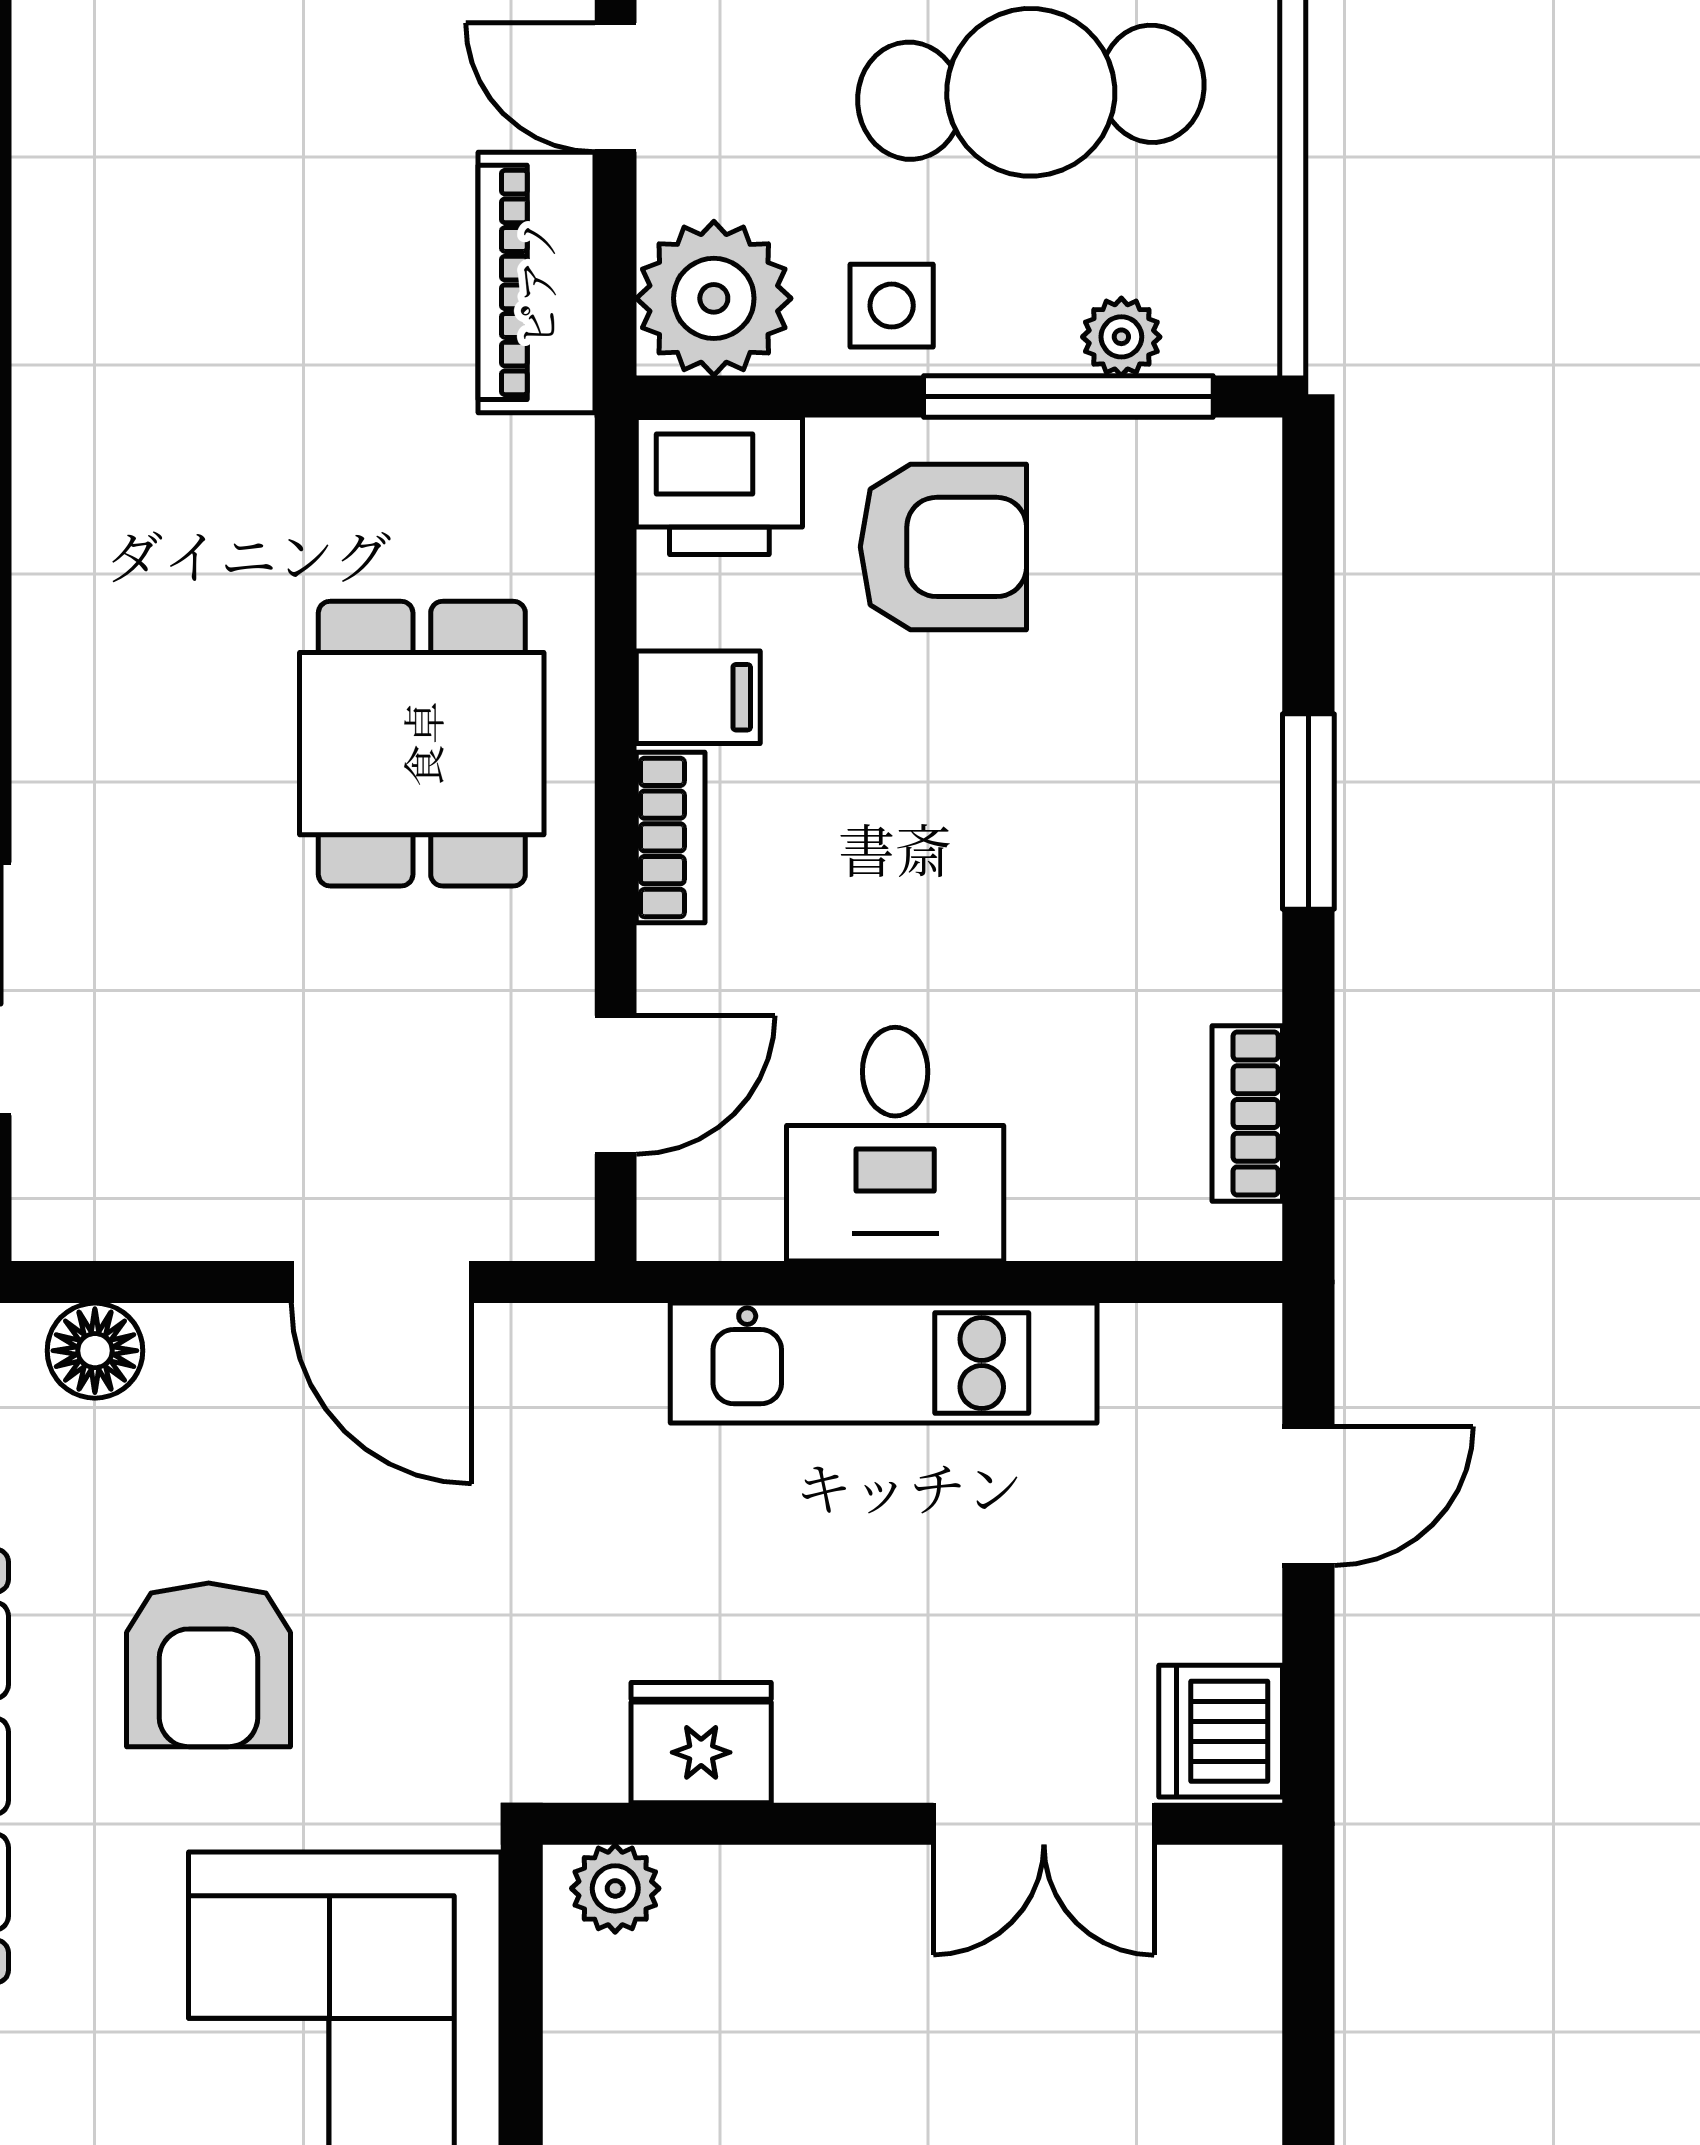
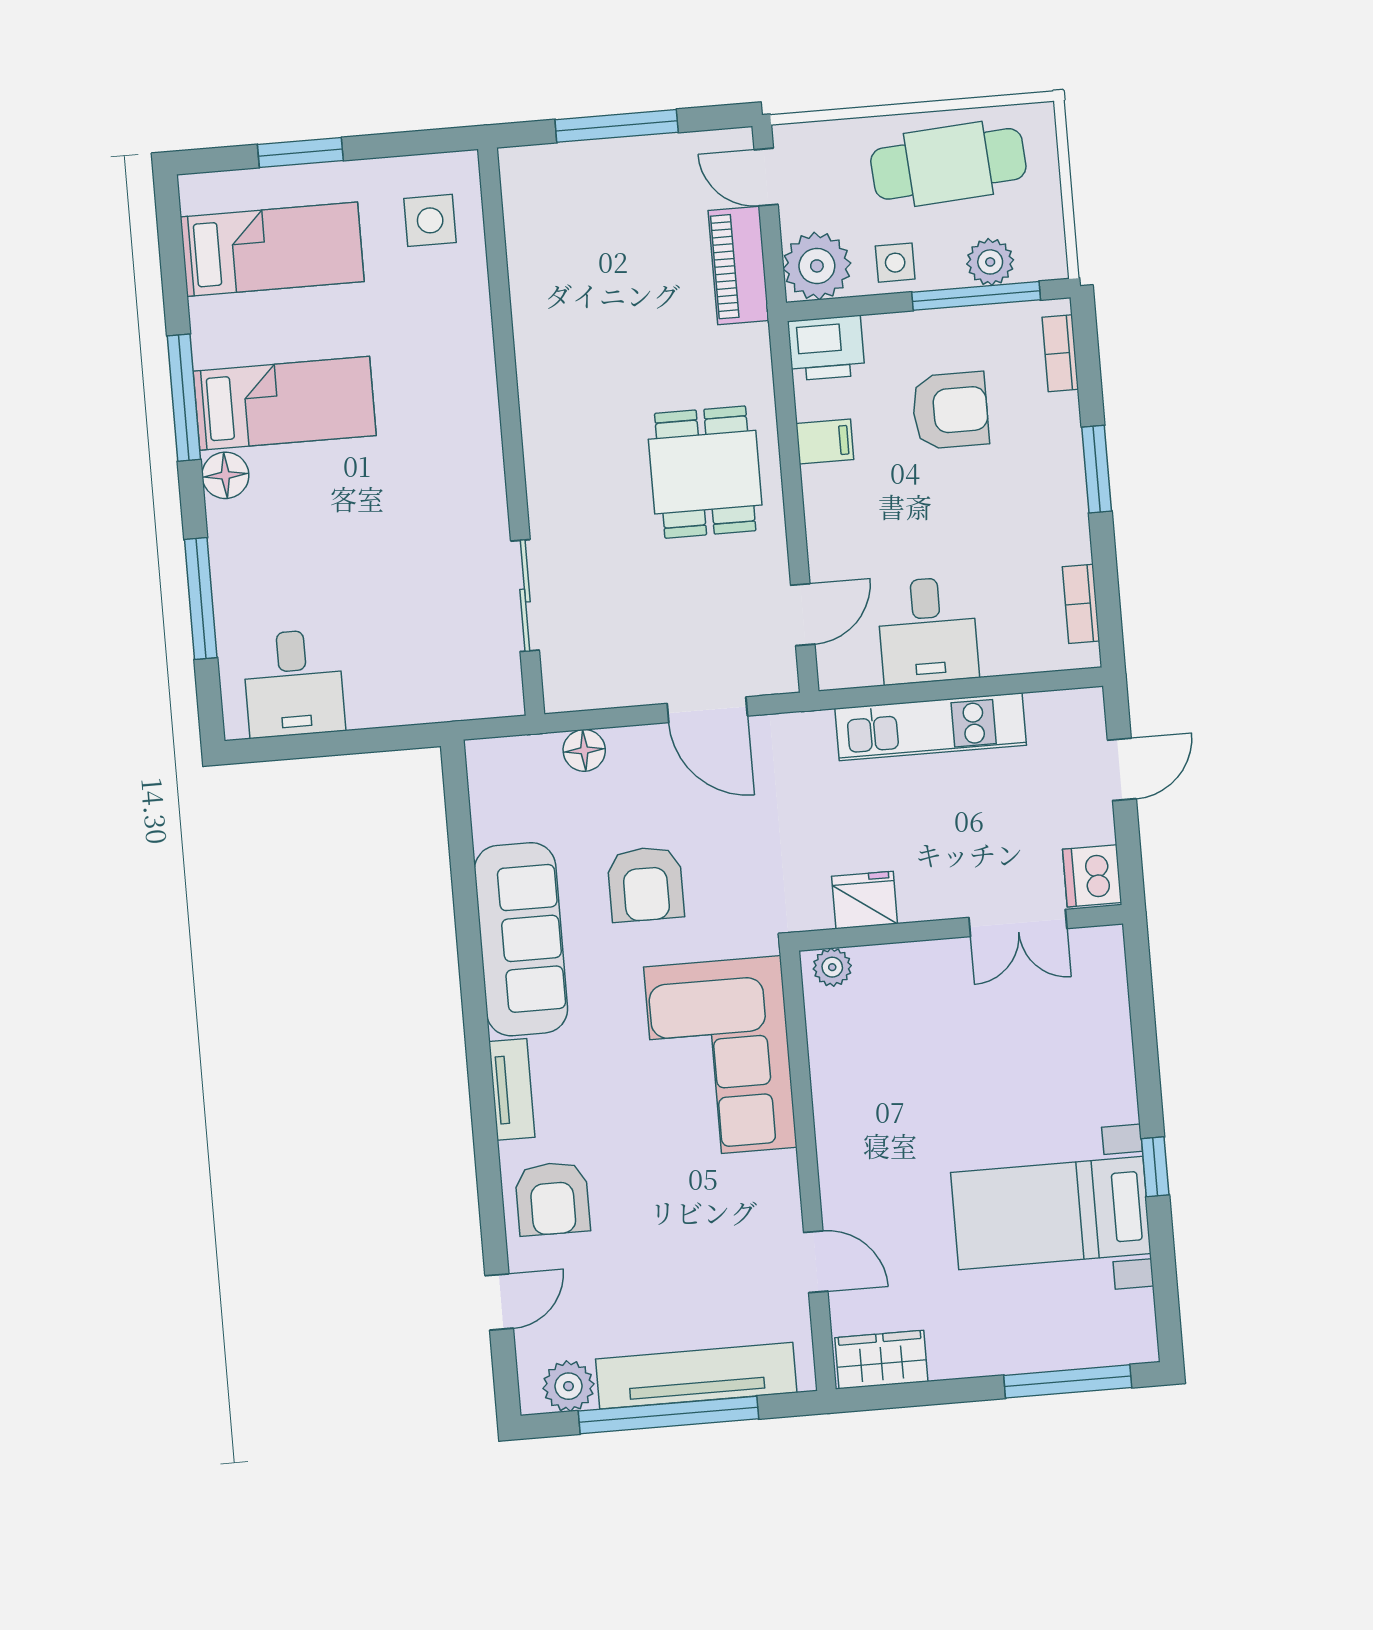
plant: (1121, 337) -> (990, 262), width x1.38, depth x1.38
armchair: (943, 547) -> (950, 410), moved
bookcase: (671, 837) -> (1060, 353), moved, turned 180

